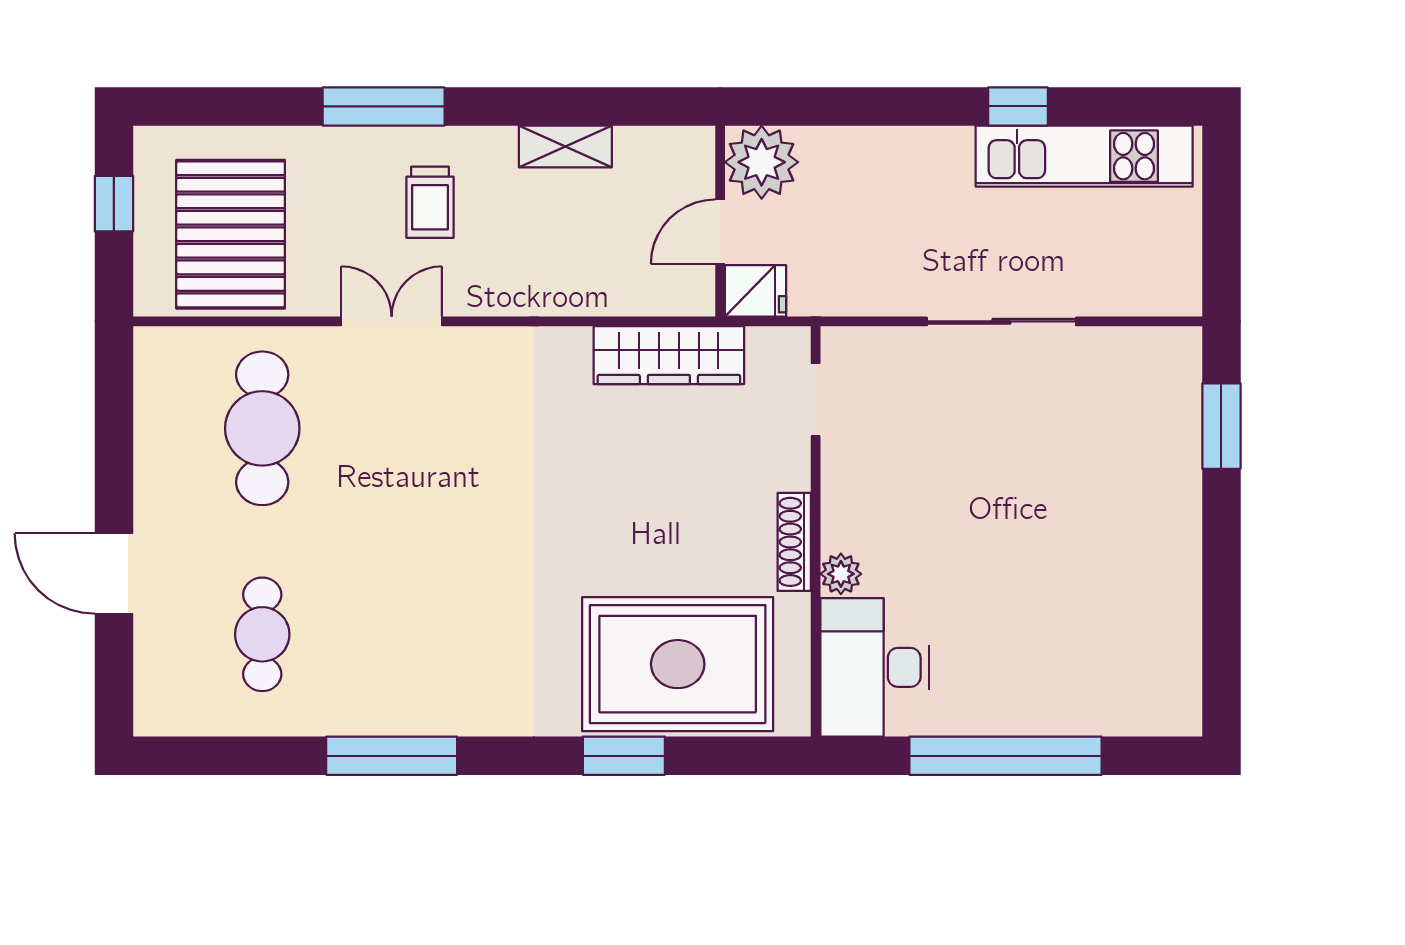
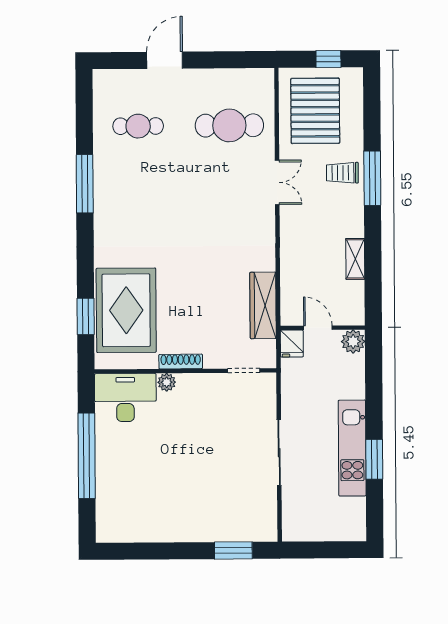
window: (1018, 106) -> (374, 459), width x1.50
kitchen unit: (1084, 156) -> (352, 448), moved
plant: (762, 162) -> (353, 342), width x0.73, depth x0.73
trolley: (430, 202) -> (342, 173), moved
pallet: (231, 234) -> (315, 111), turned 90
window: (624, 756) -> (86, 316), moved

